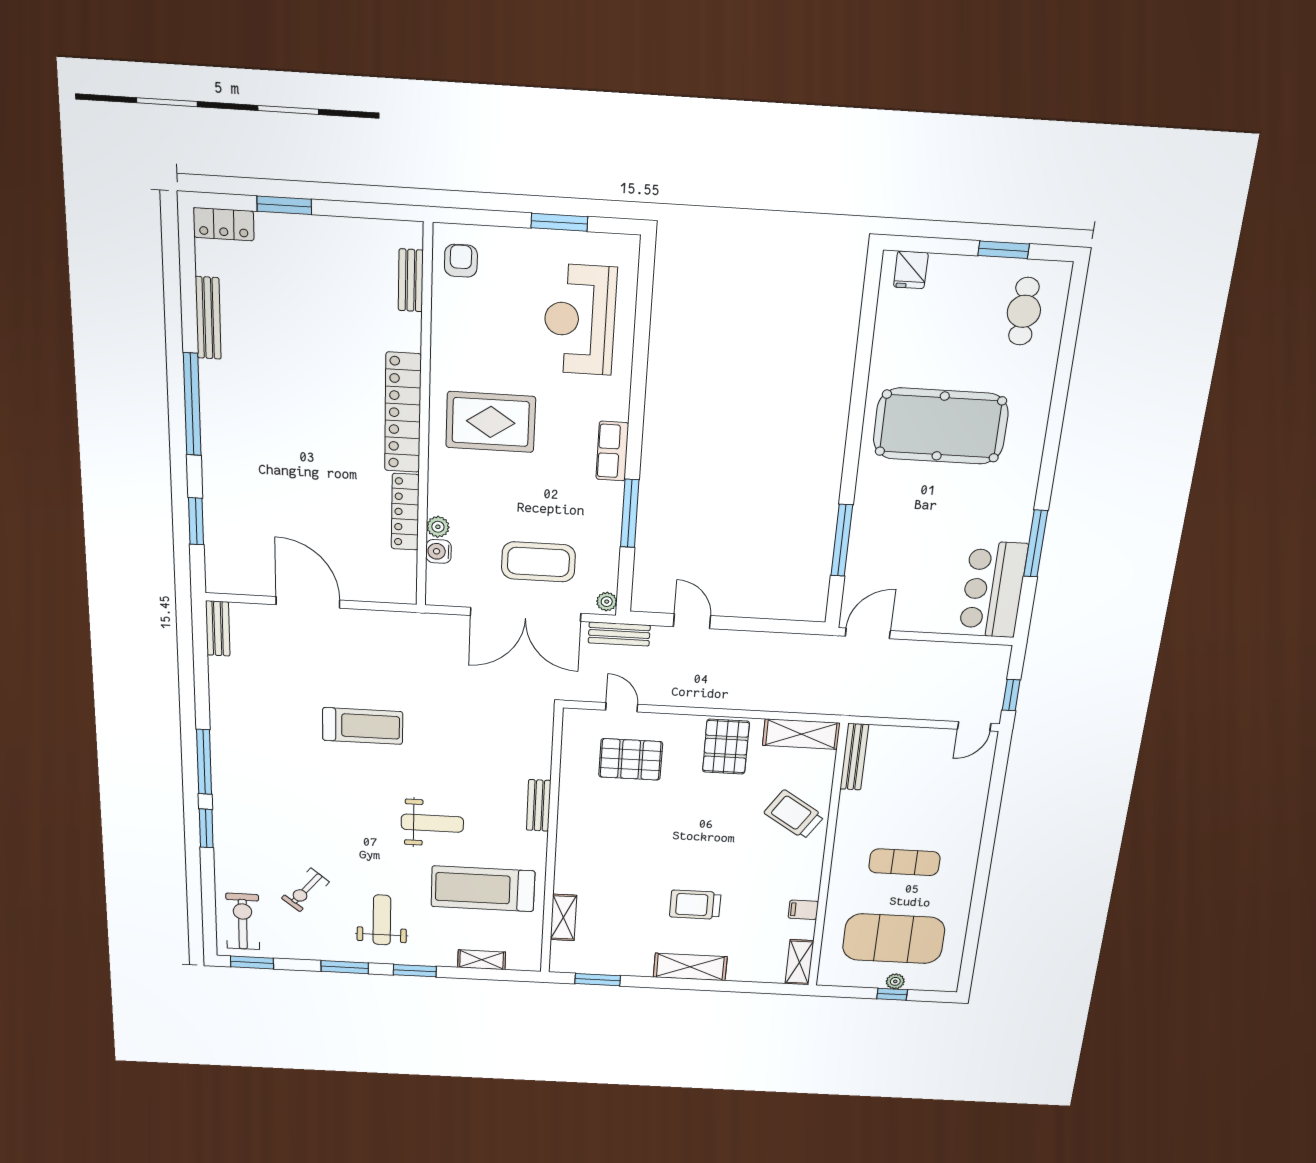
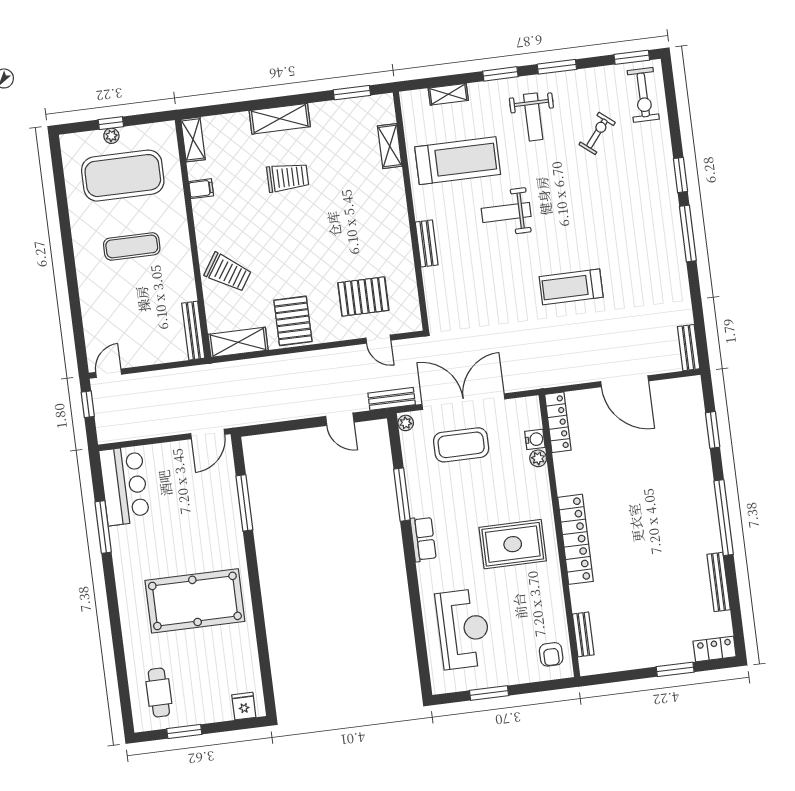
locker: (405, 512) -> (558, 422), moved

